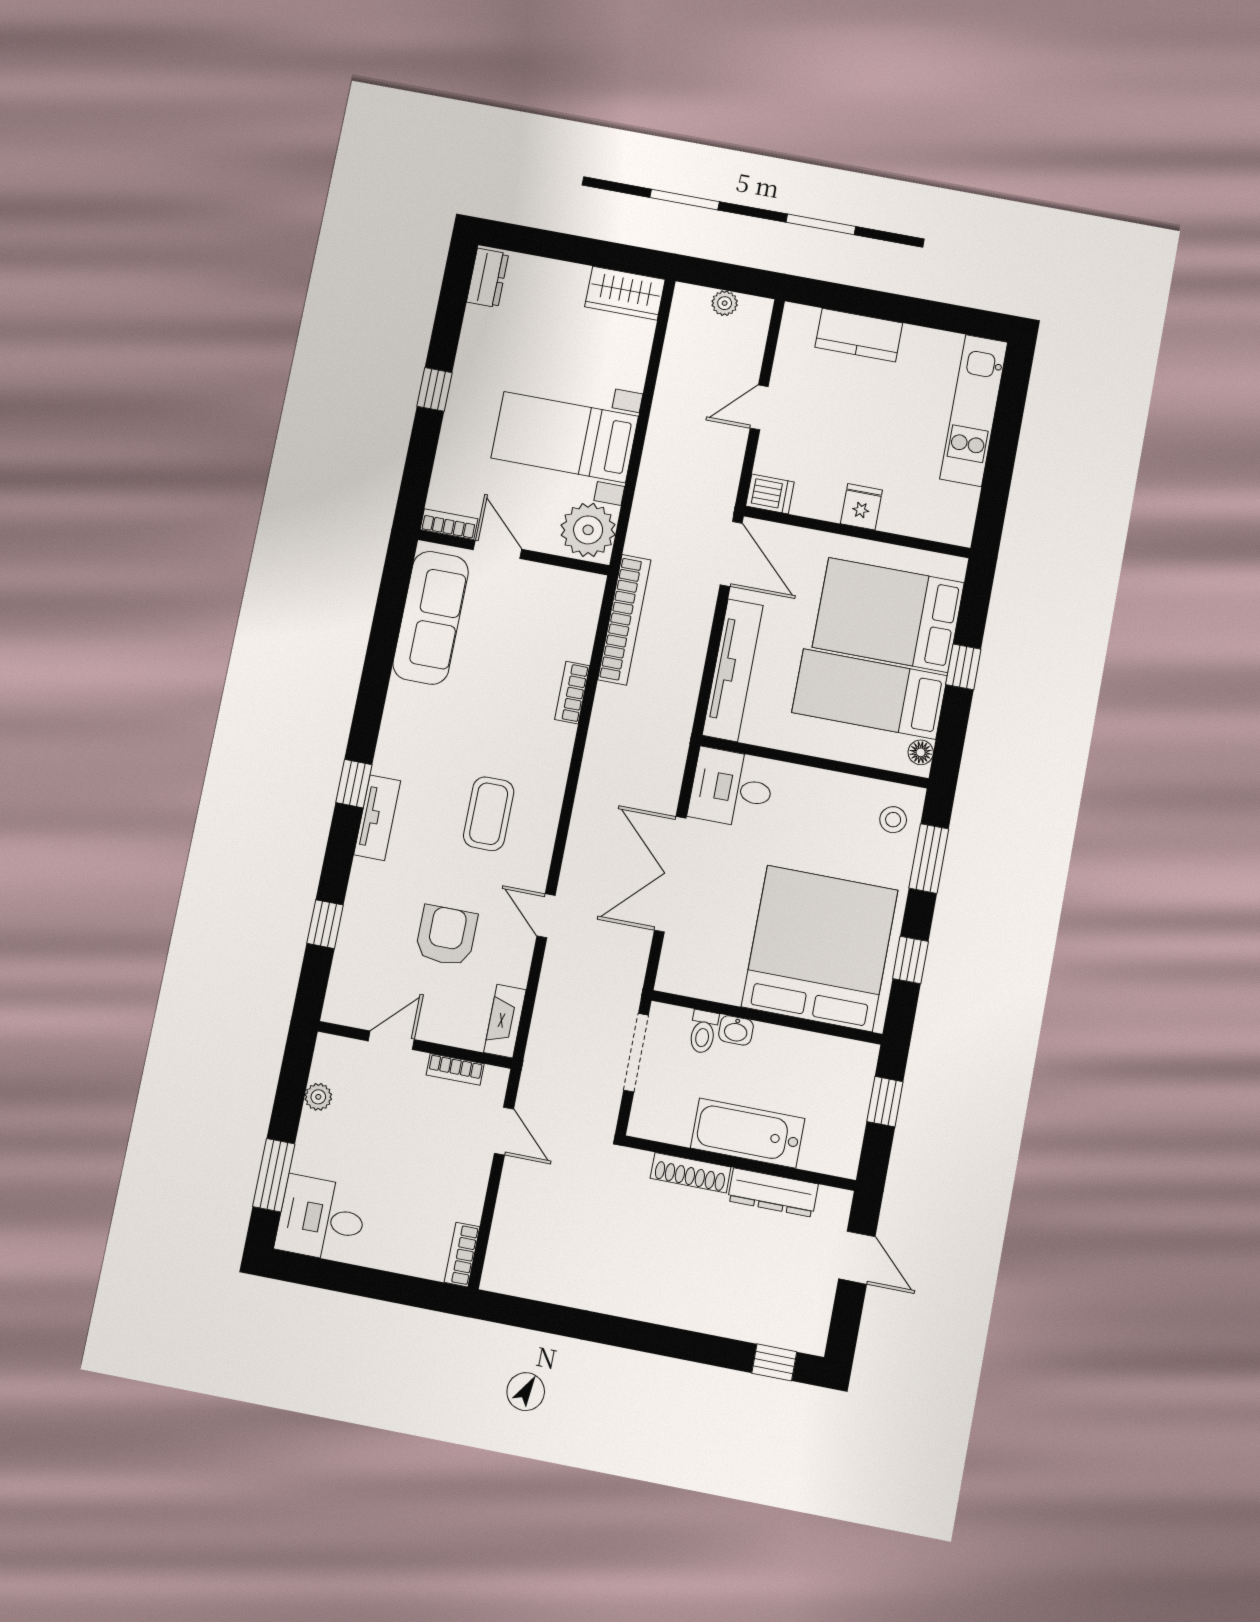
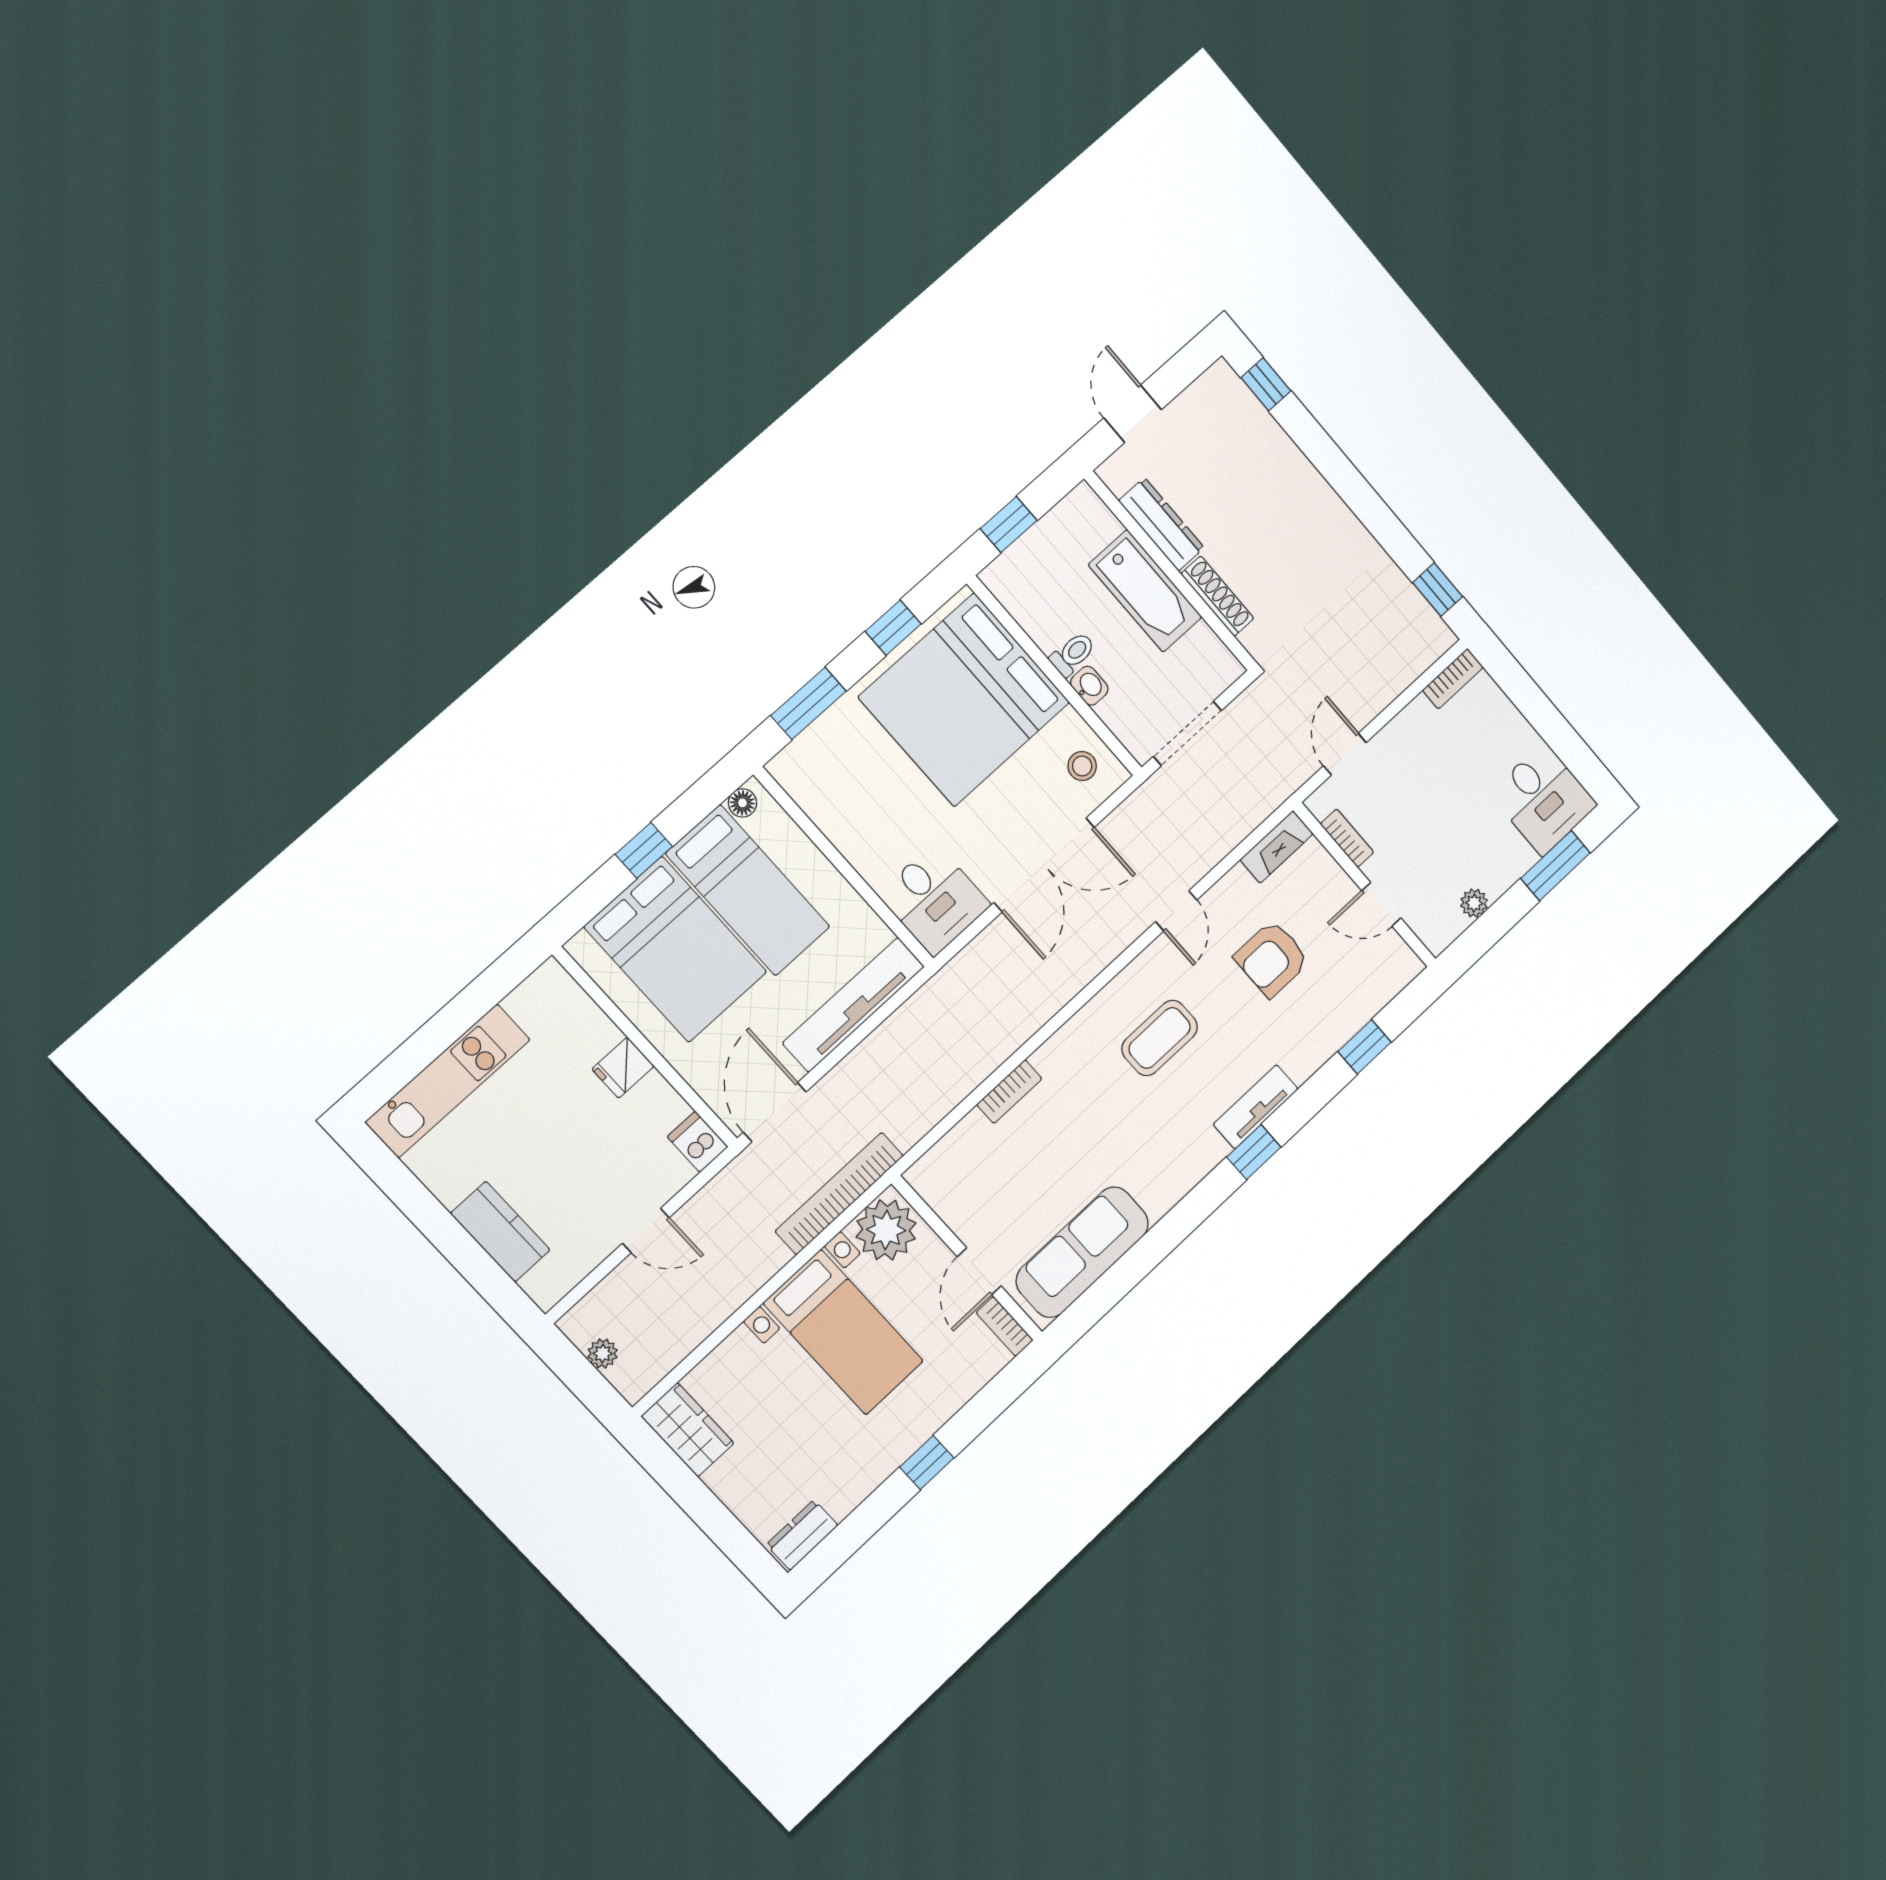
bookcase: (624, 620) -> (839, 1193), moved
stool: (893, 820) -> (1082, 766), moved
toilet: (703, 1032) -> (1073, 654), moved
window: (525, 1313) -> (1438, 590), added

